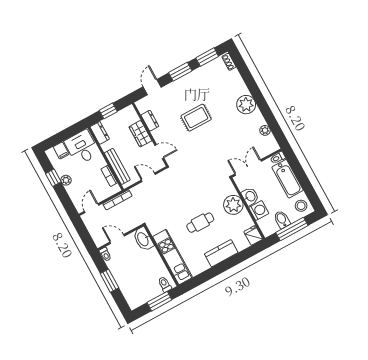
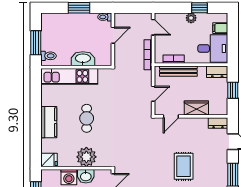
dresser: (150, 121) -> (218, 123), moved
washbasin: (143, 239) -> (83, 59), moved

